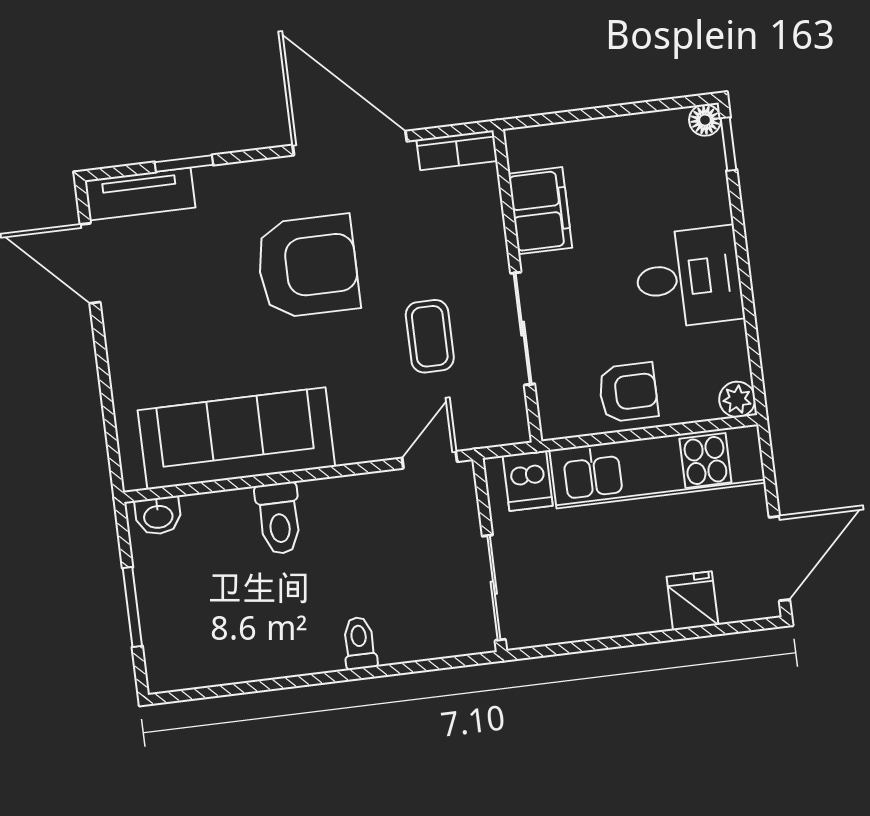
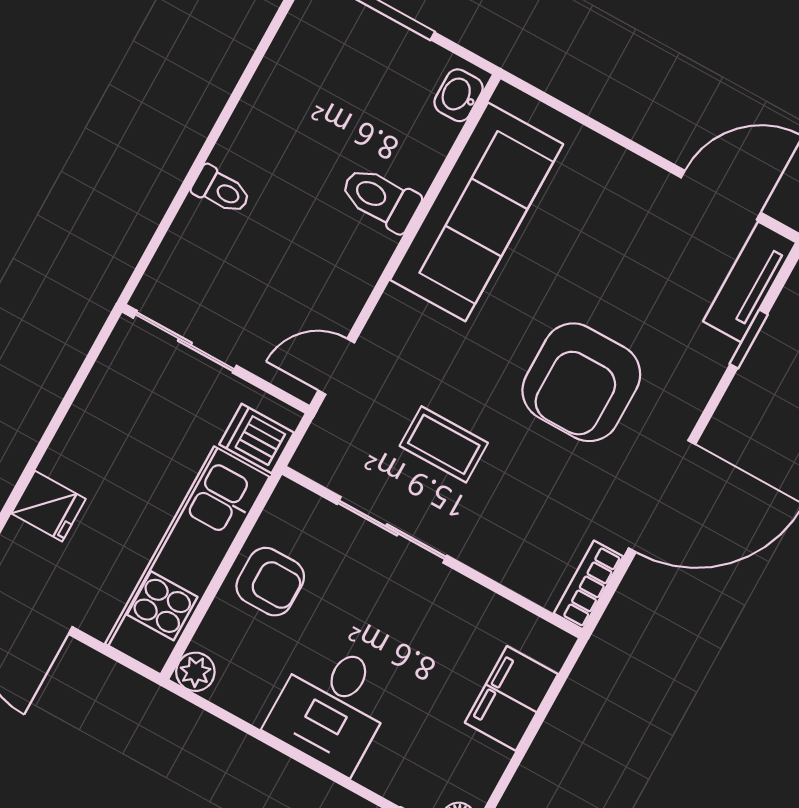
filing cabinet: (540, 211) -> (511, 698), moved, turned 90
armchair: (628, 392) -> (270, 582), turned -90
door: (430, 460) -> (336, 366), swing flipped

